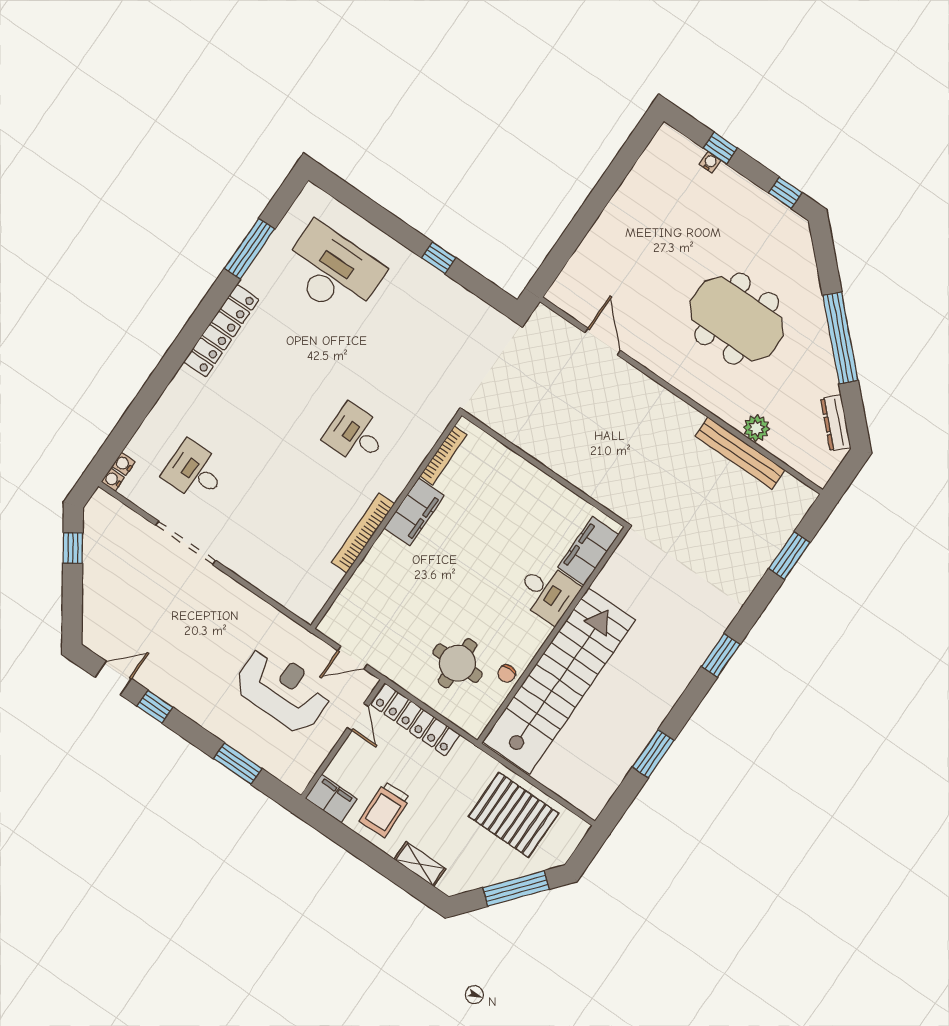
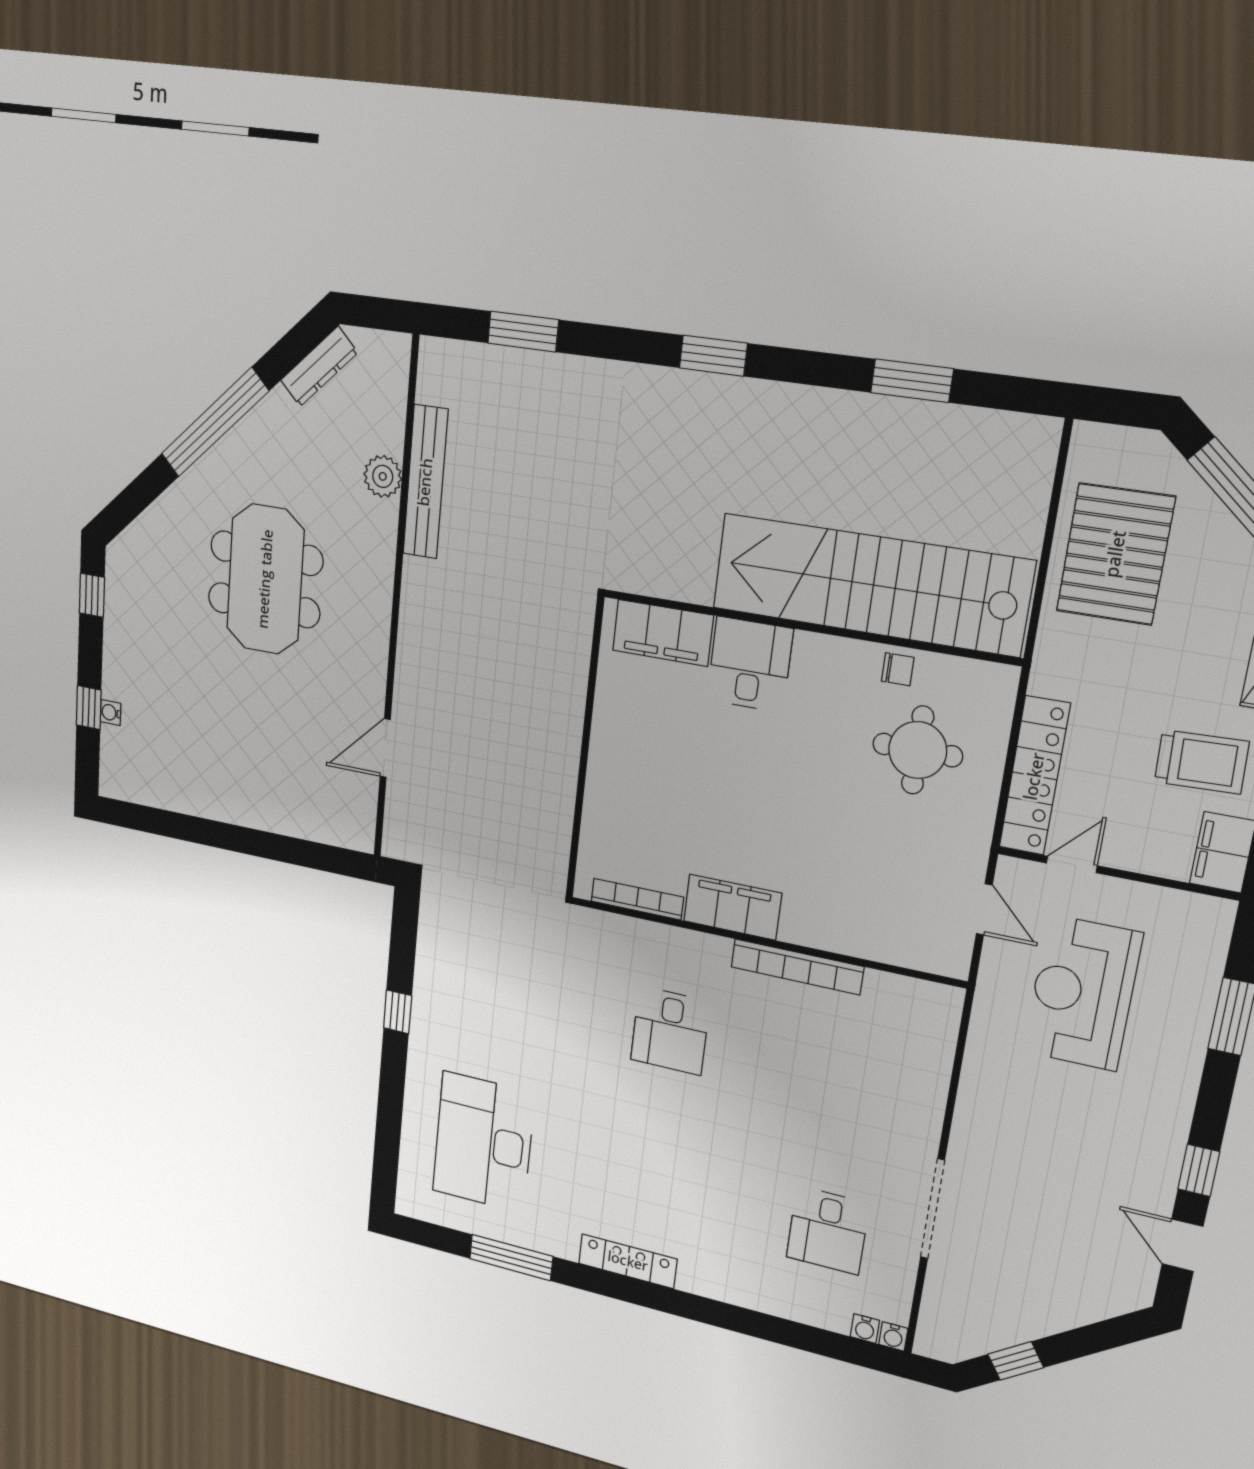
locker: (221, 331) -> (628, 1261), width x0.71, depth x0.83

